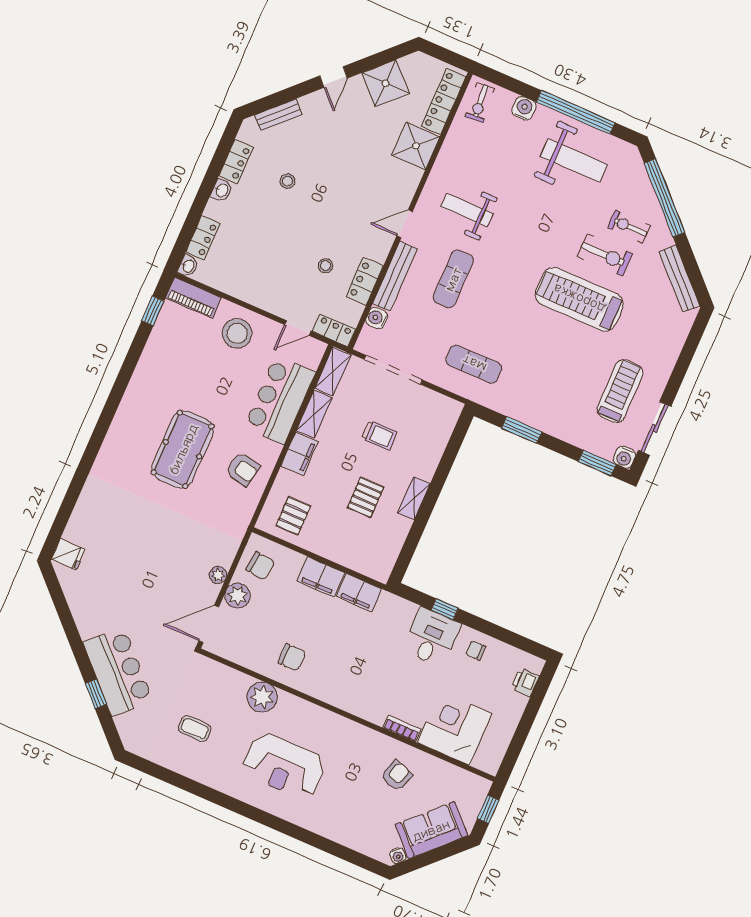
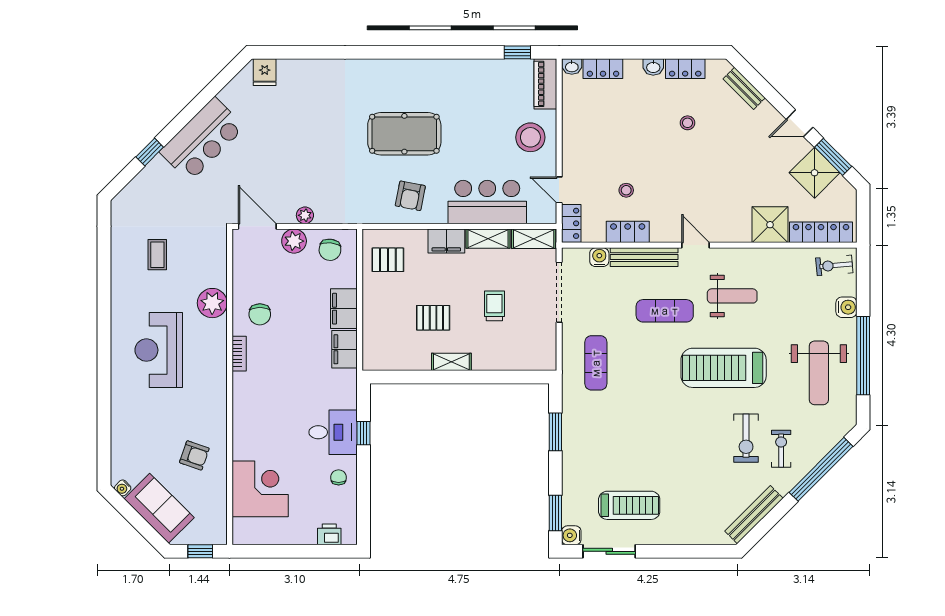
window: (378, 59) -> (833, 157), added
weight bench: (467, 210) -> (732, 296), turned 90
treadmill: (579, 299) -> (724, 368), moved, turned -90
trolley: (379, 435) -> (494, 306), turned 180
bar counter: (118, 672) -> (202, 139), moved
bookcase: (402, 728) -> (239, 354), moved

